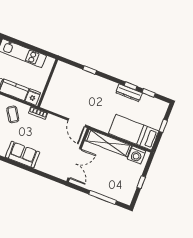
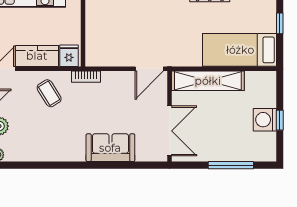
door: (77, 123) -> (149, 69), hinge flipped
sofa: (22, 155) -> (110, 148), moved
washing machine: (137, 155) -> (265, 120), moved, turned 90

